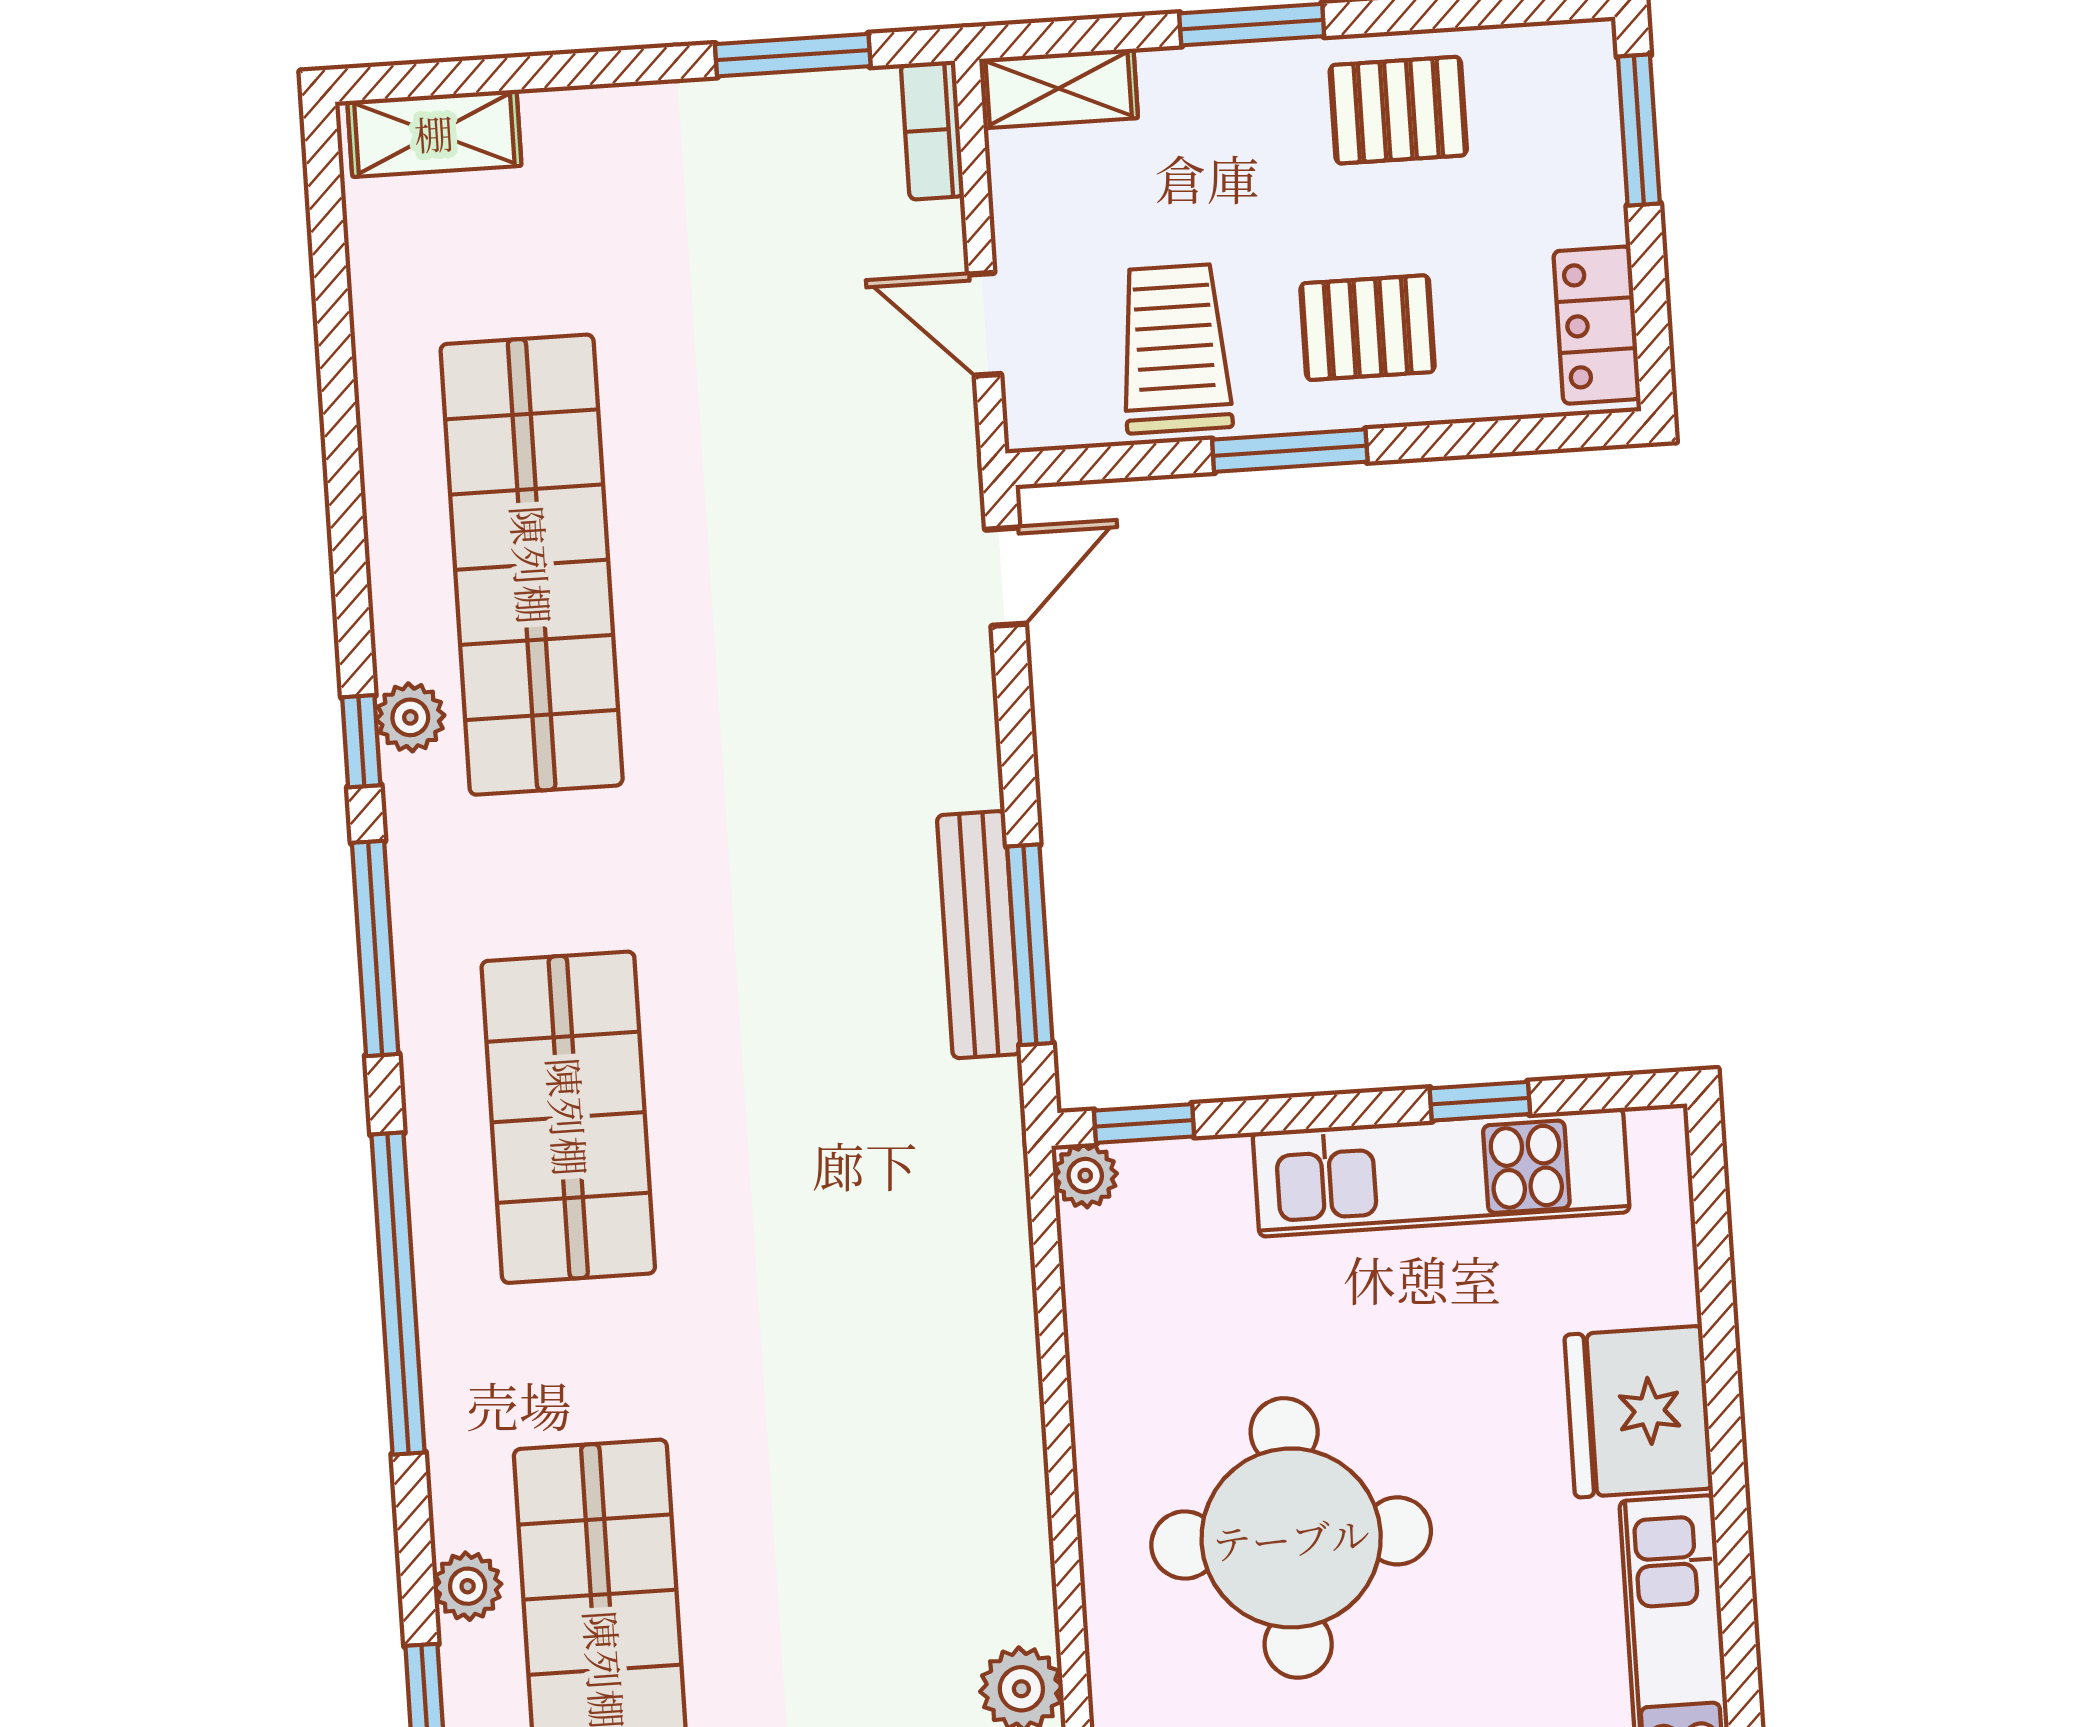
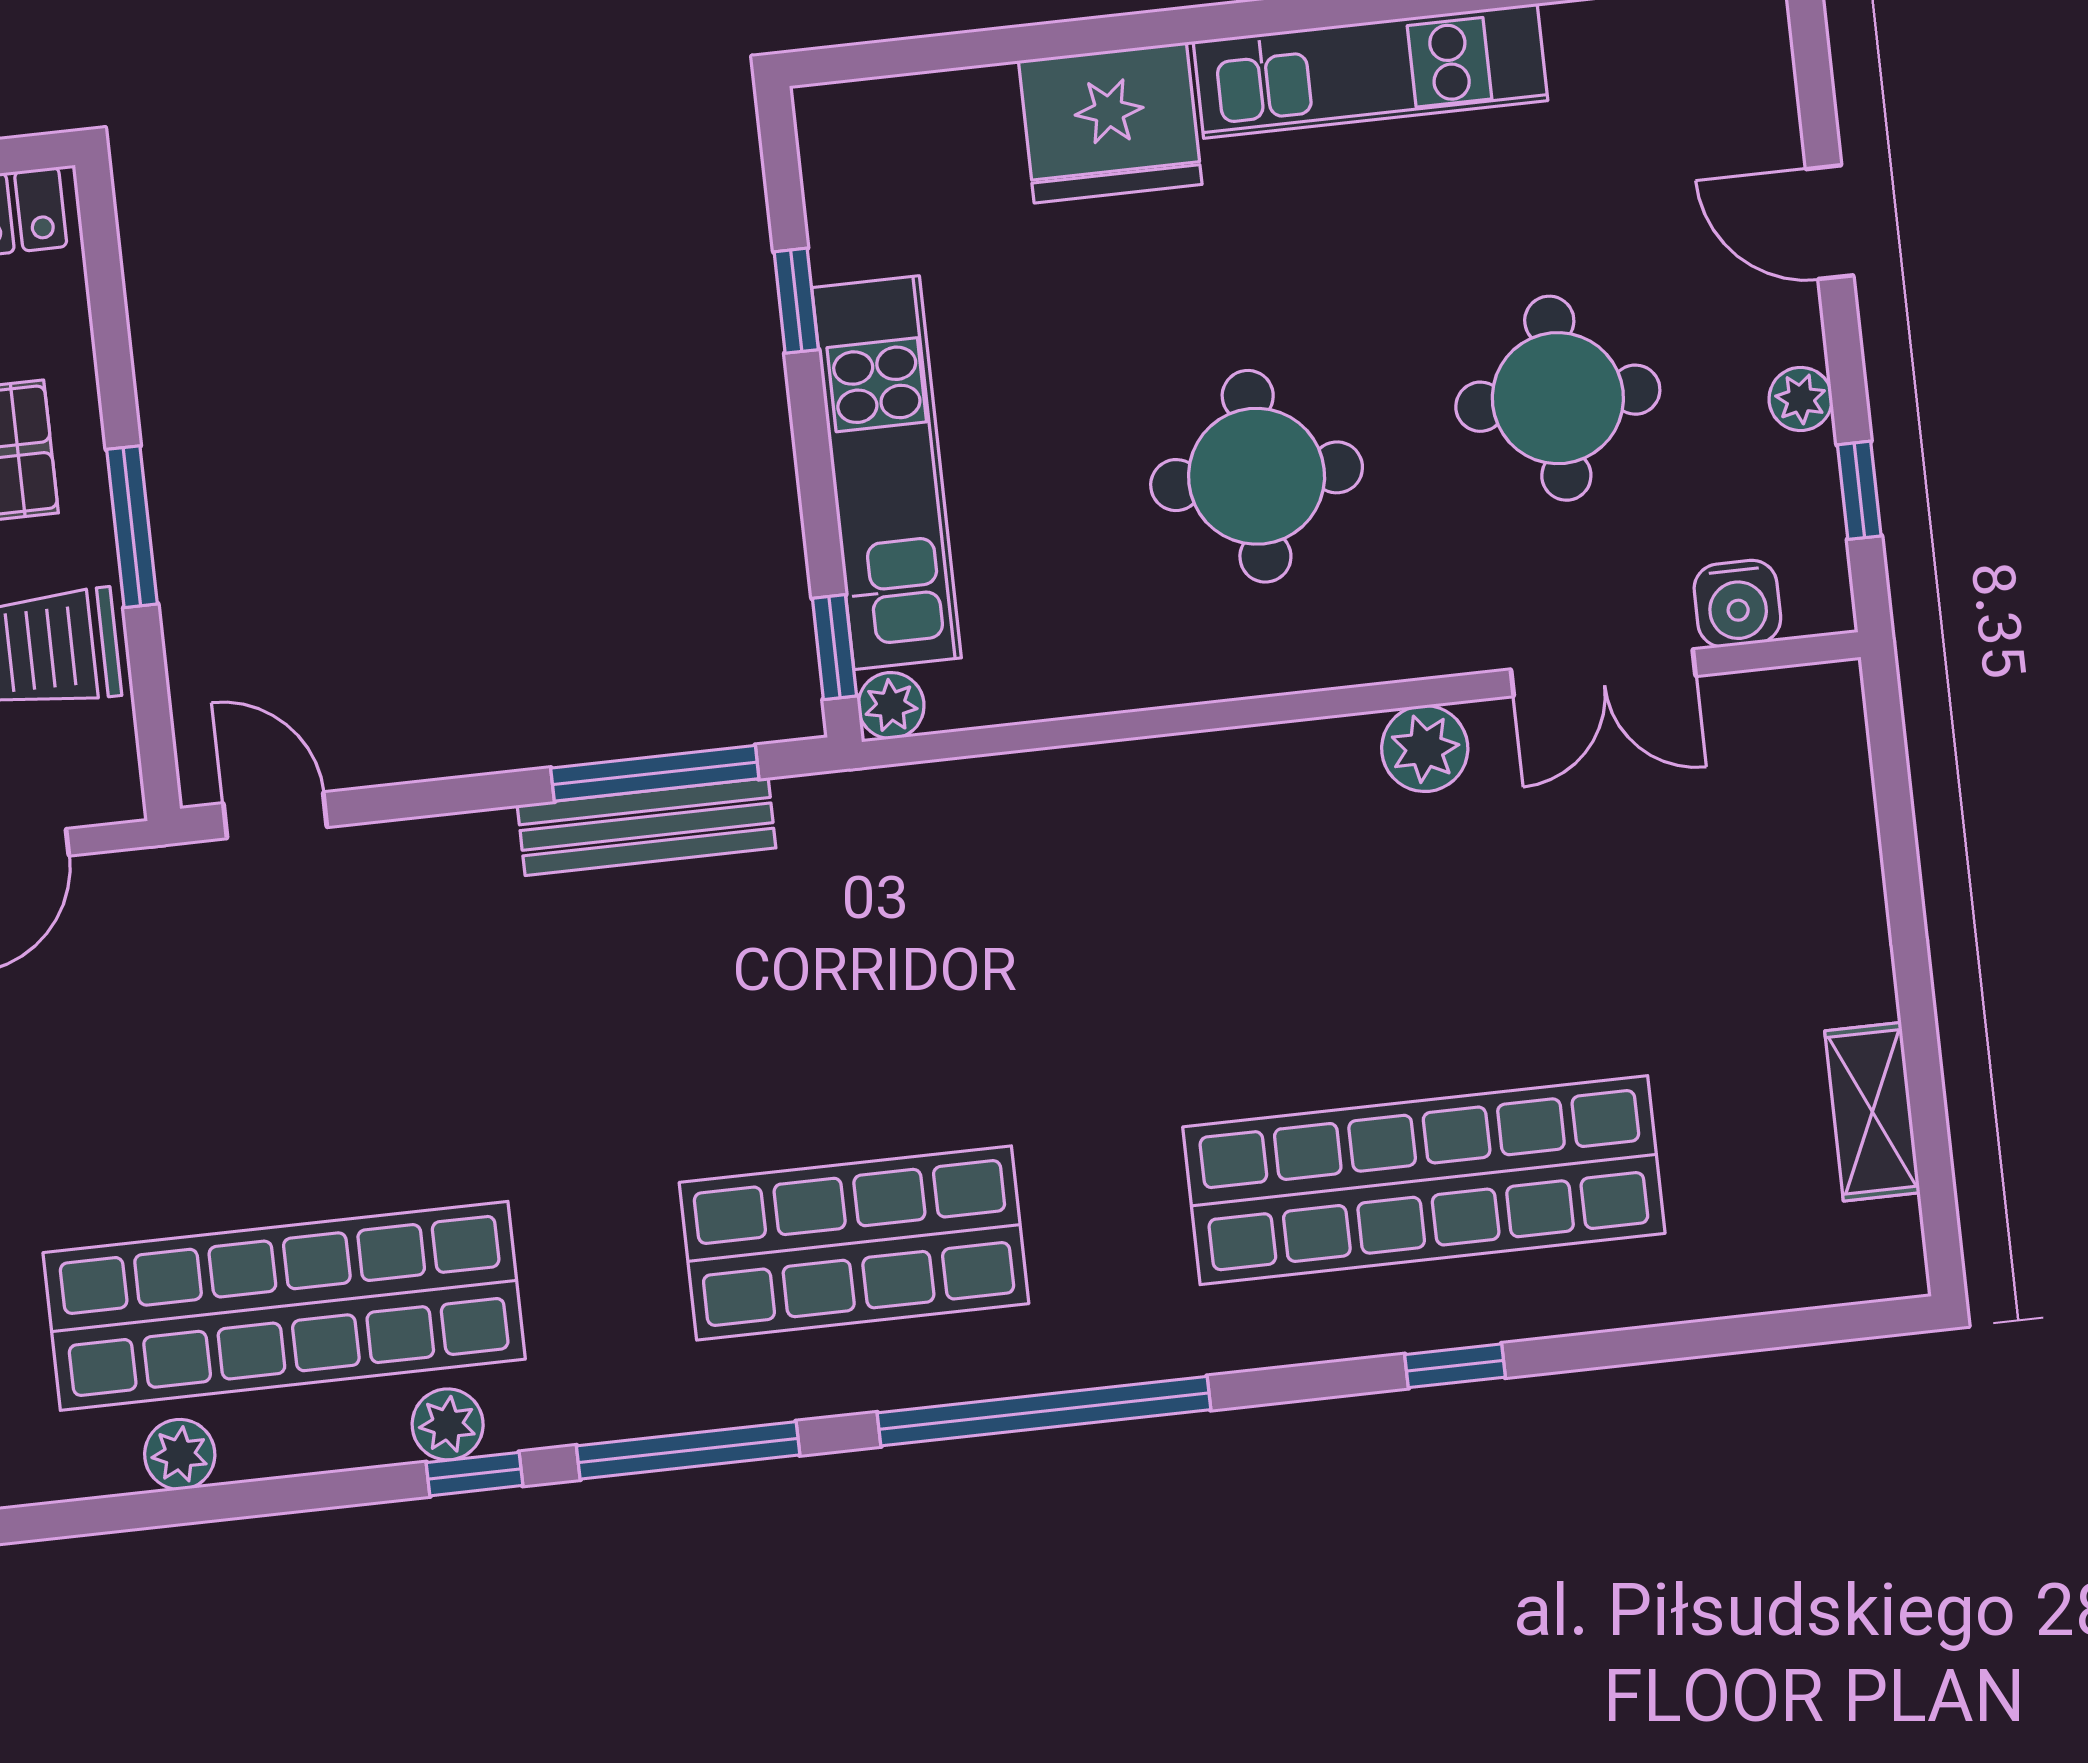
kitchen unit: (1441, 1172) -> (887, 473), moved
round table: (1291, 1538) -> (1257, 476), width x0.73, depth x0.73
plant: (468, 1586) -> (180, 1454), moved

